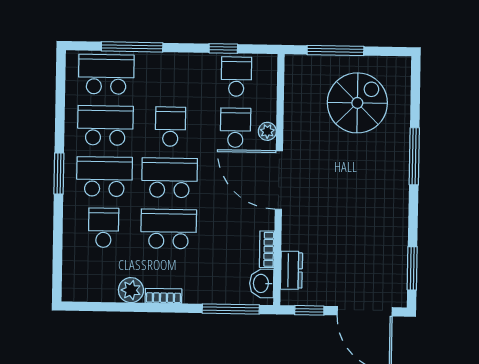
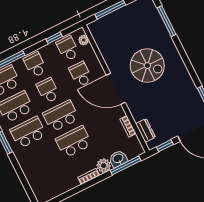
spiral stairs: (357, 103) -> (147, 66), moved, turned 90
plant: (267, 131) -> (84, 40), moved
window: (414, 156) -> (167, 21), moved
school desk: (104, 228) -> (35, 65), moved
washbasin: (262, 283) -> (118, 159), moved, turned 90
plant: (131, 290) -> (104, 166), moved

